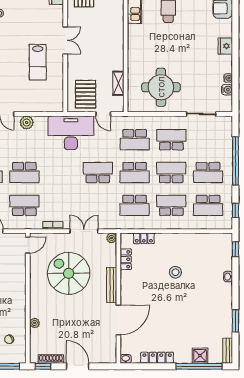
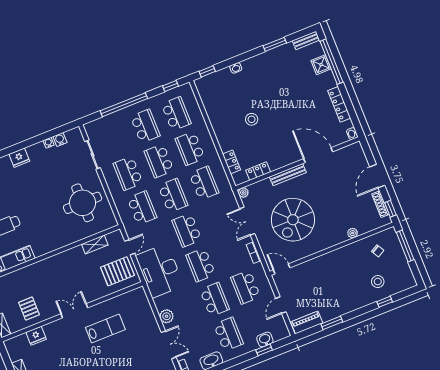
school desk: (61, 173) -> (201, 265), added

